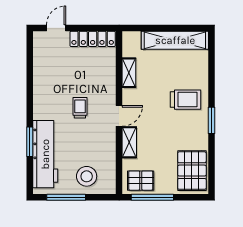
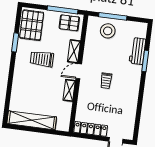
shelving: (129, 73) -> (69, 90), moved
trolley: (185, 100) -> (42, 59), moved
window: (212, 120) -> (15, 42), moved
workbench: (45, 154) -> (137, 51), width x0.53, depth x0.76
window: (66, 197) -> (113, 16), moved

